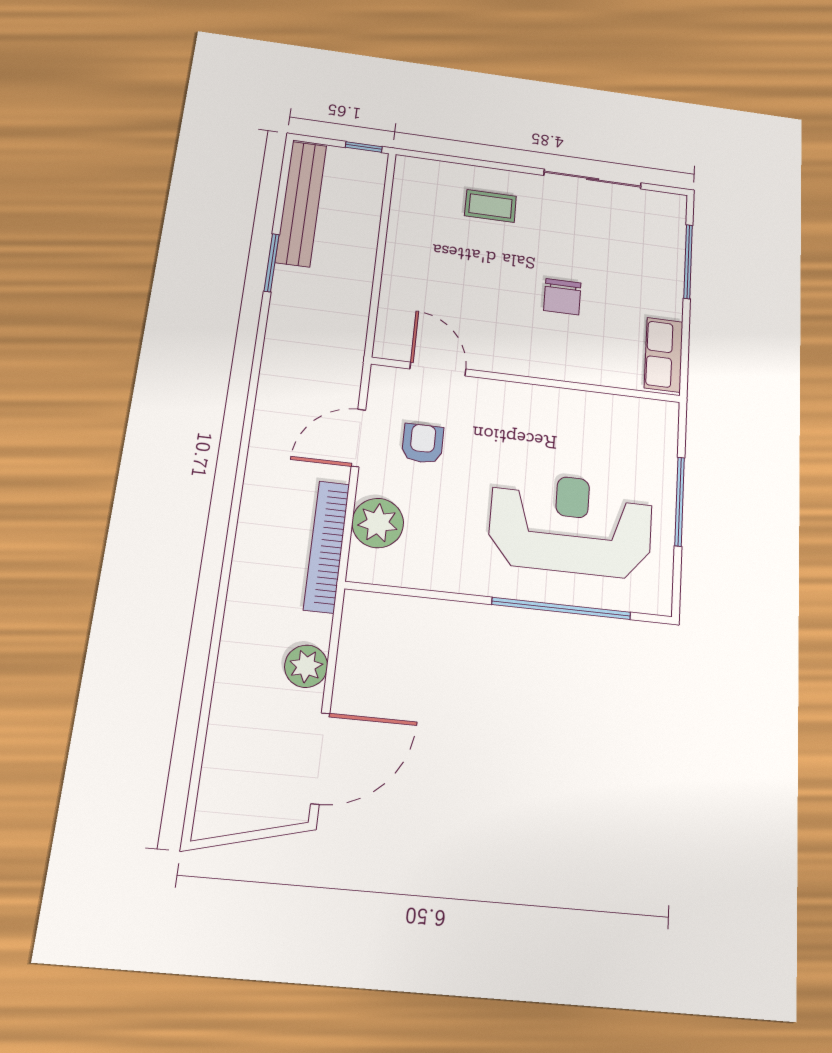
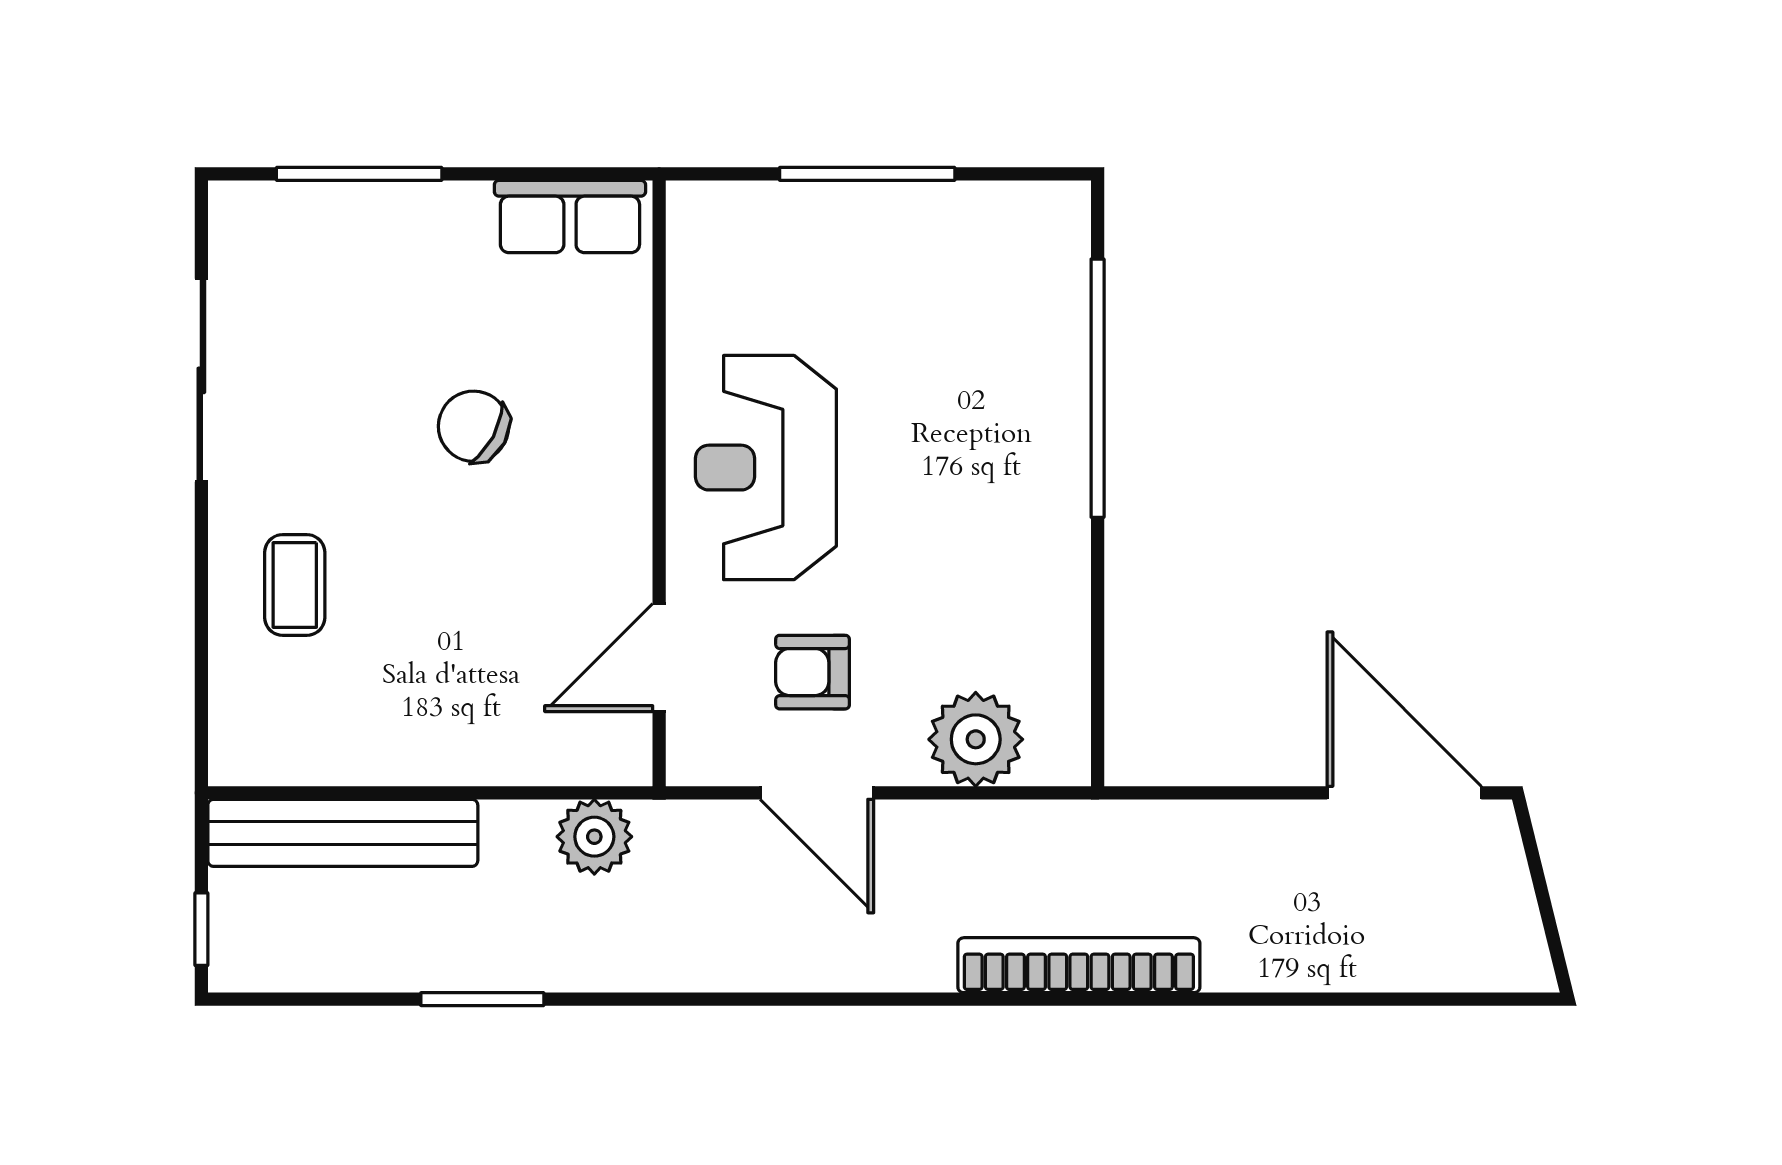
window: (364, 147) -> (201, 929), moved
bench: (301, 203) -> (343, 833), moved
chair: (562, 297) -> (474, 426), turned -152
reception desk: (571, 524) -> (766, 468), moved, width x0.74, depth x0.77
bookcase: (327, 546) -> (1079, 965), moved, turned 180
plant: (306, 666) -> (594, 837), moved

